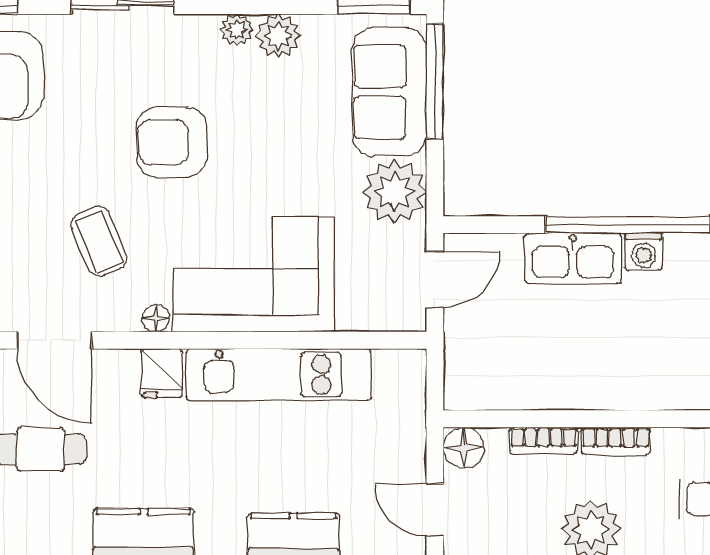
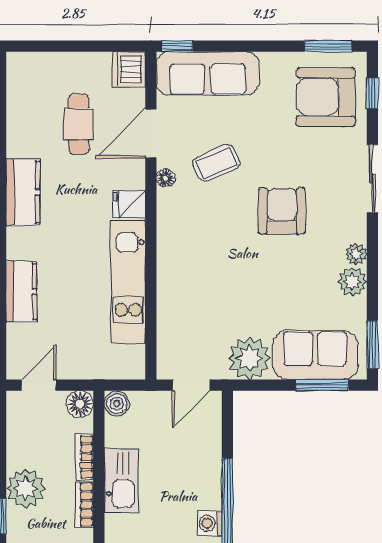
window: (435, 81) -> (322, 385), width x0.69
kitchen sink: (573, 258) -> (121, 481), moved, turned 180
corner sofa: (254, 274) -> (195, 265), removed
door: (435, 280) -> (191, 385), hinge flipped
floor lamp: (156, 318) -> (166, 178), moved
boiler: (463, 392) -> (117, 404), added

